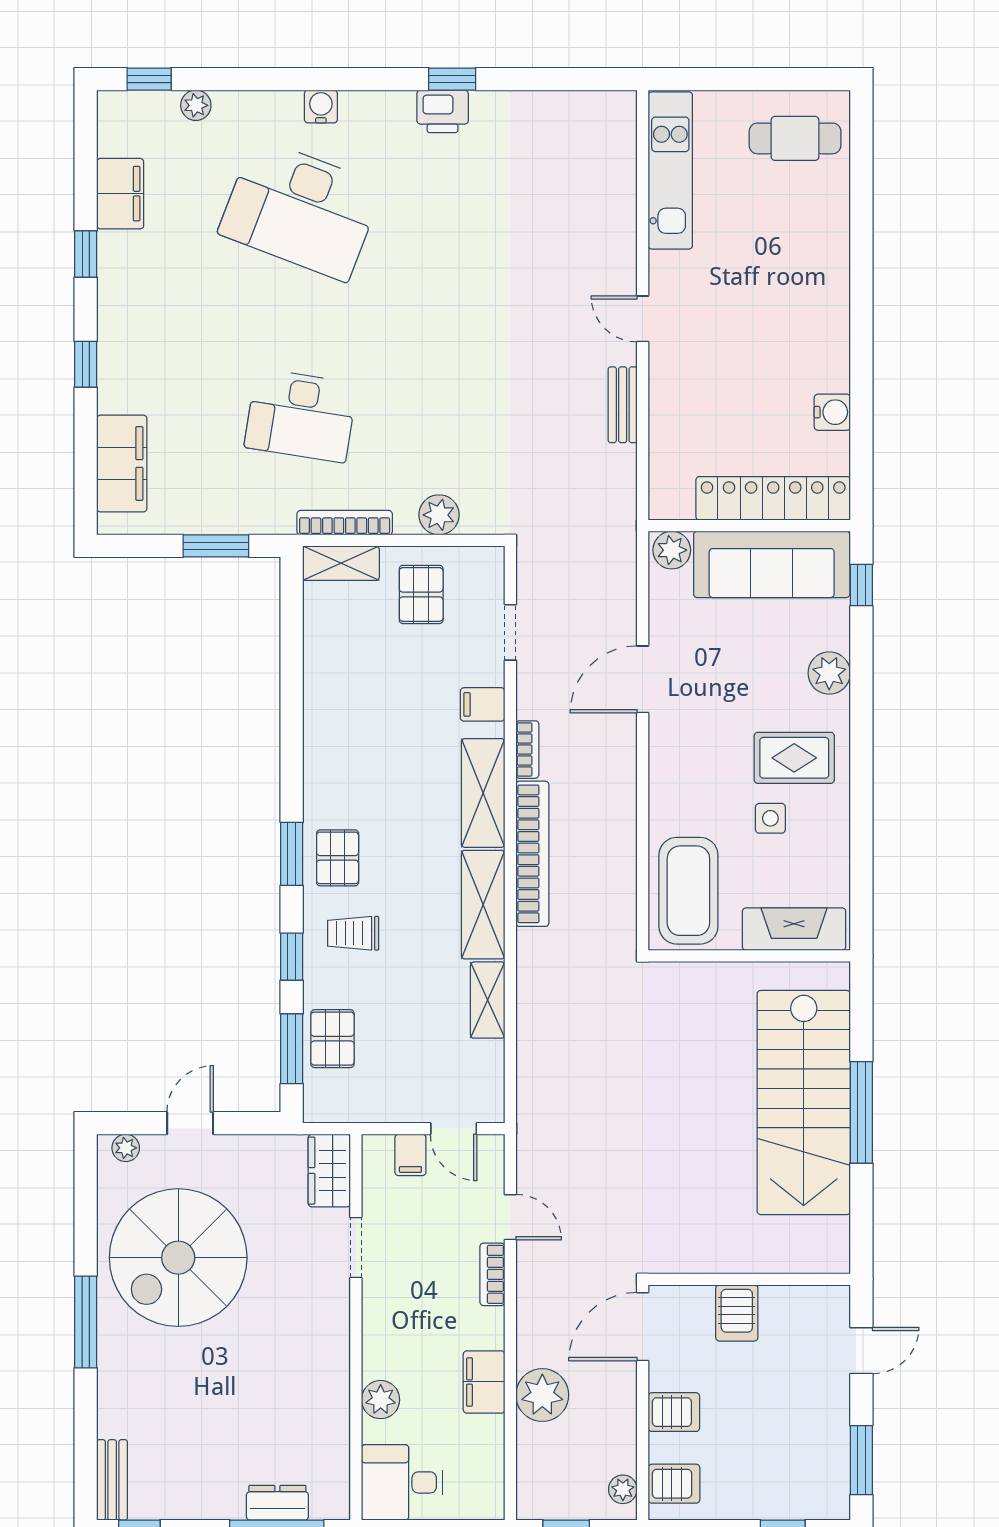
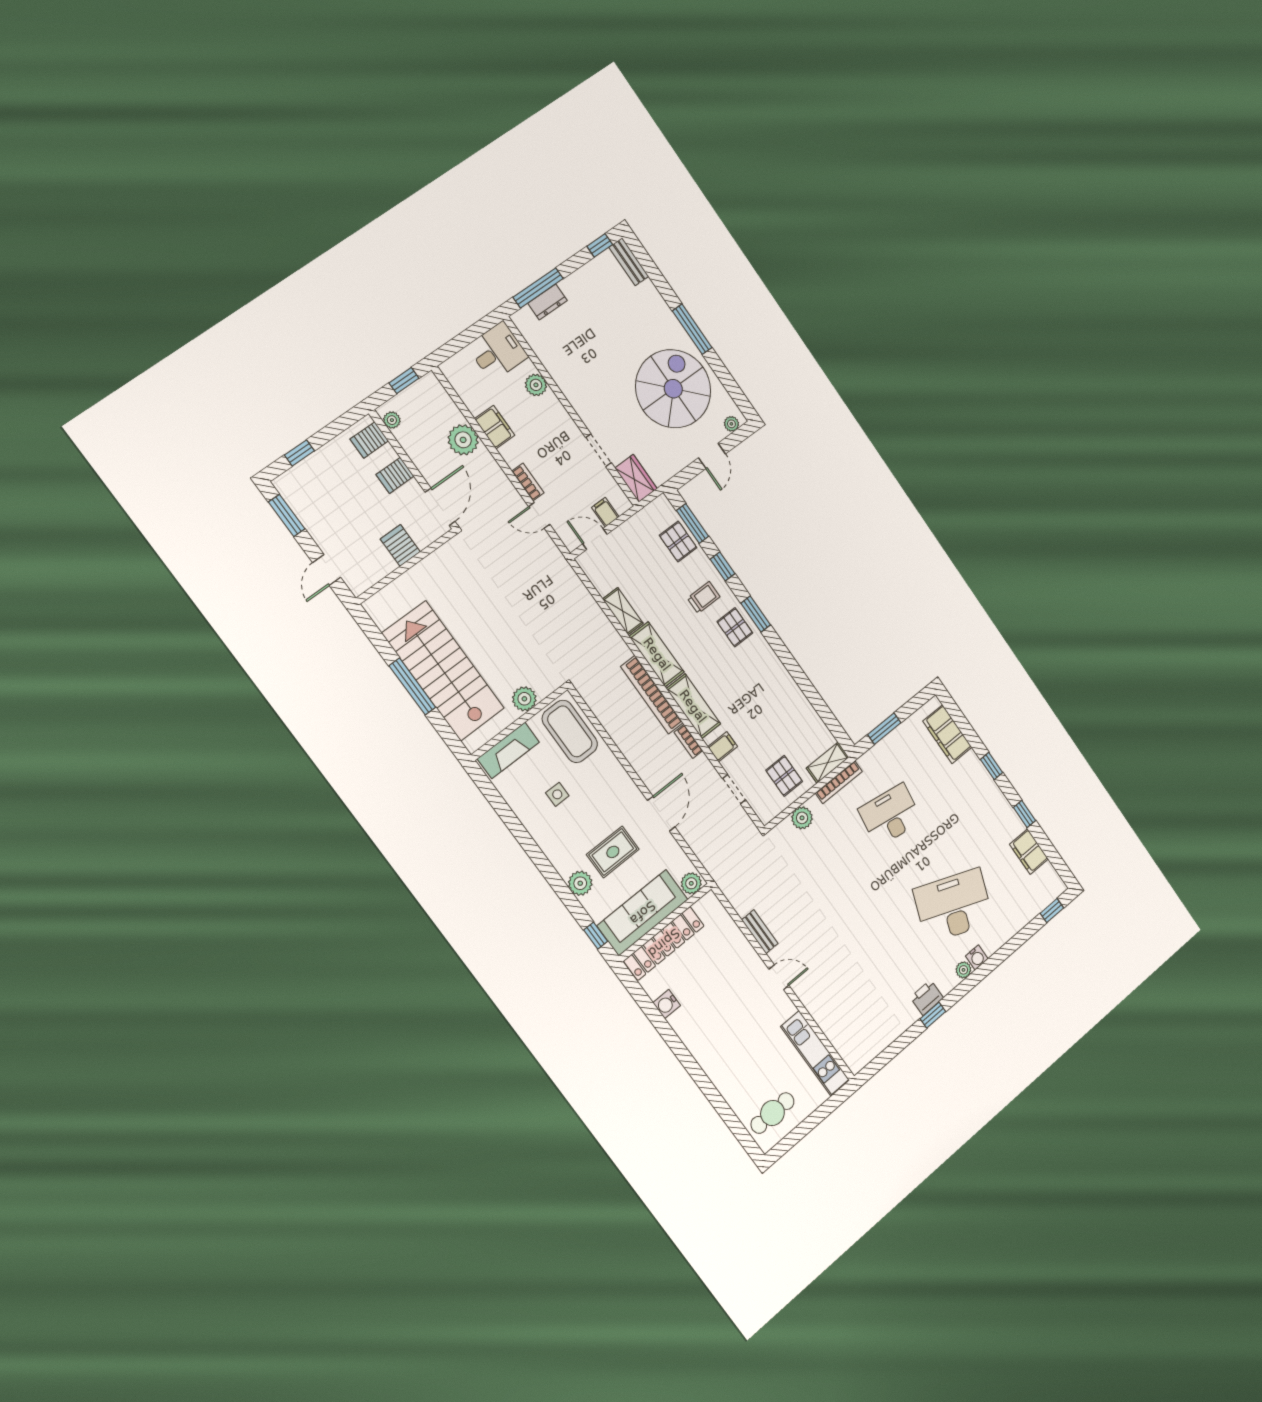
plant: (196, 105) -> (963, 970), moved
rug: (794, 758) -> (613, 852), moved
plant: (719, 982) -> (524, 699), added

